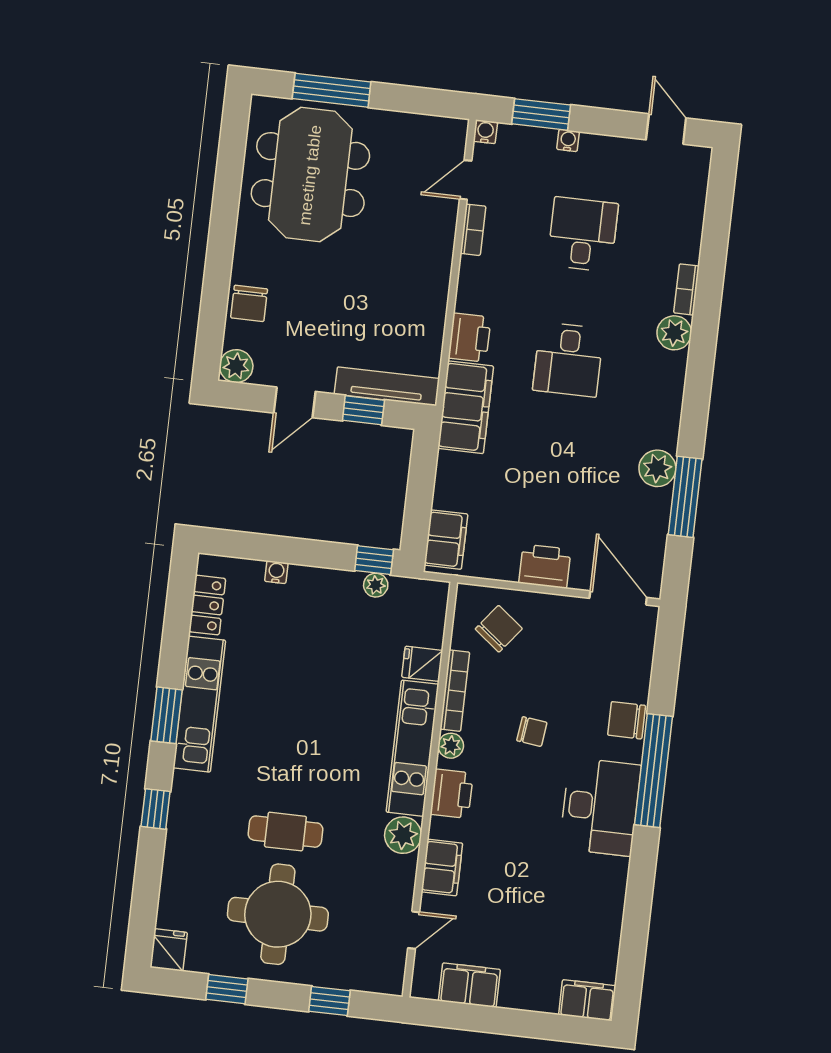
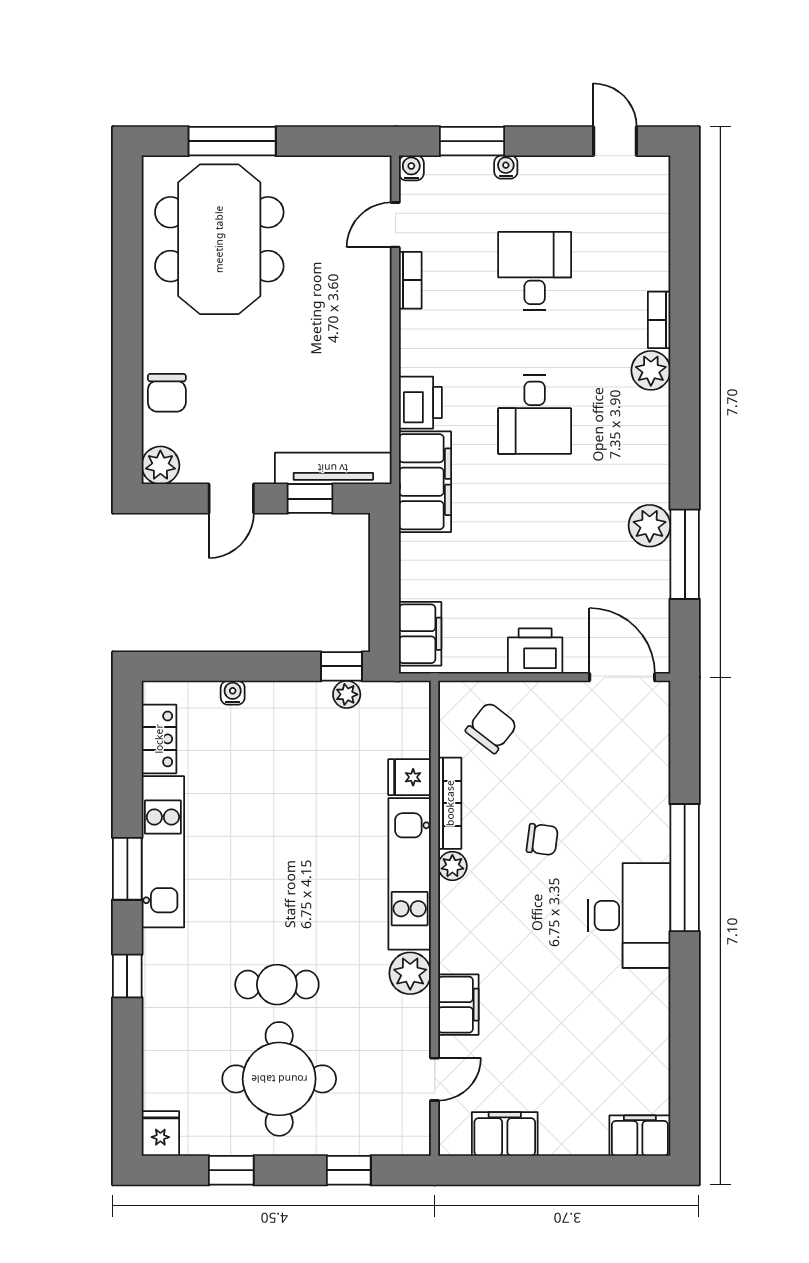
chair: (627, 720) -> (648, 814), removed
printer: (452, 794) -> (460, 920), removed

